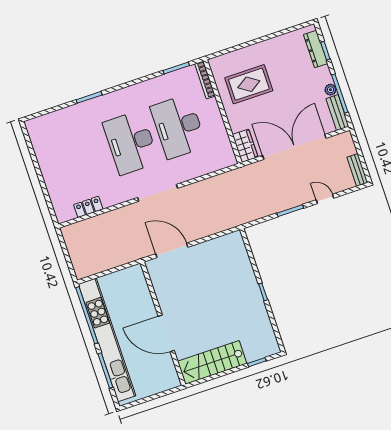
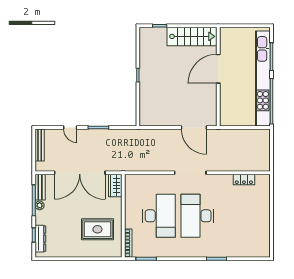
desk: (131, 143) -> (197, 216), turned 180
bench: (357, 170) -> (40, 145), width x1.36
door: (166, 333) -> (218, 69), swing flipped

